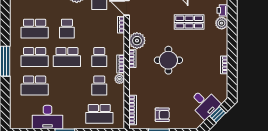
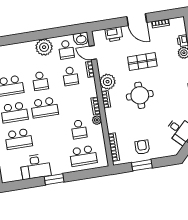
shop shelf: (189, 22) -> (142, 62), moved
school desk: (99, 57) -> (70, 76), moved
armchair: (162, 115) -> (142, 147), turned -90

